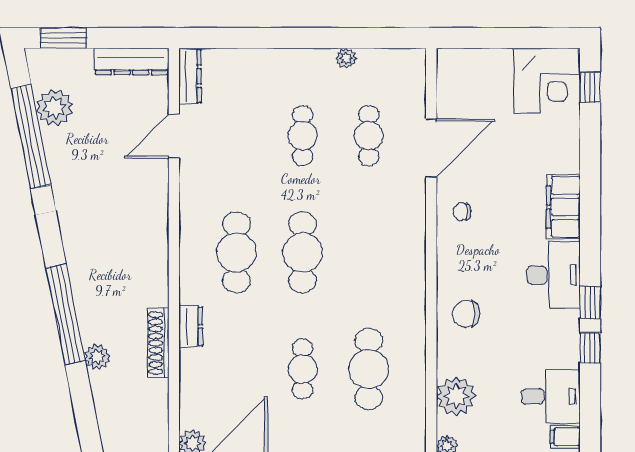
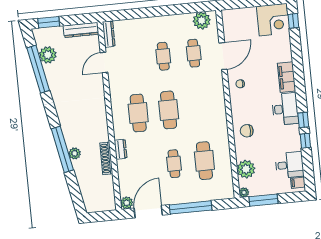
plant: (346, 58) -> (202, 21), moved, width x1.88, depth x1.88
plant: (97, 357) -> (75, 153), moved

